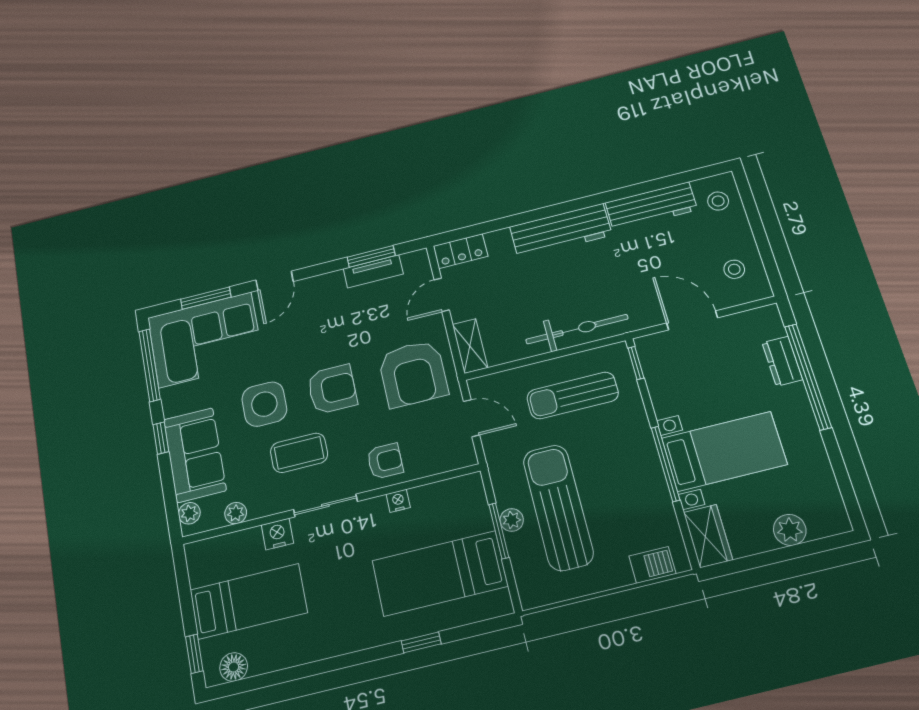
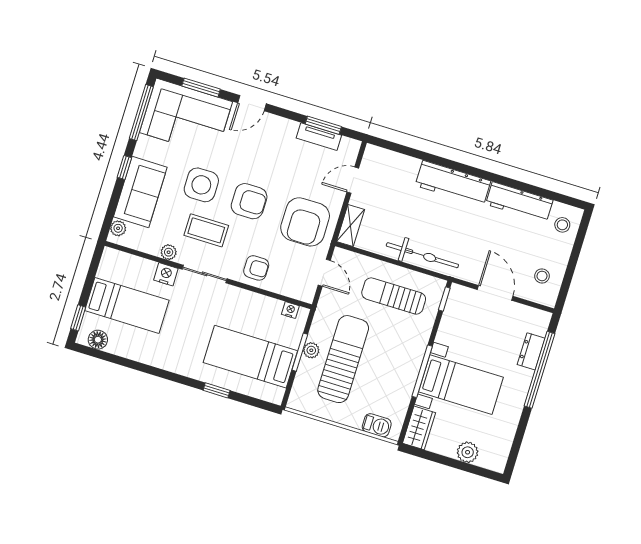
locker: (461, 251) -> (382, 157), removed
nightstand: (398, 501) -> (290, 310), moved
plant: (236, 513) -> (169, 252), moved

